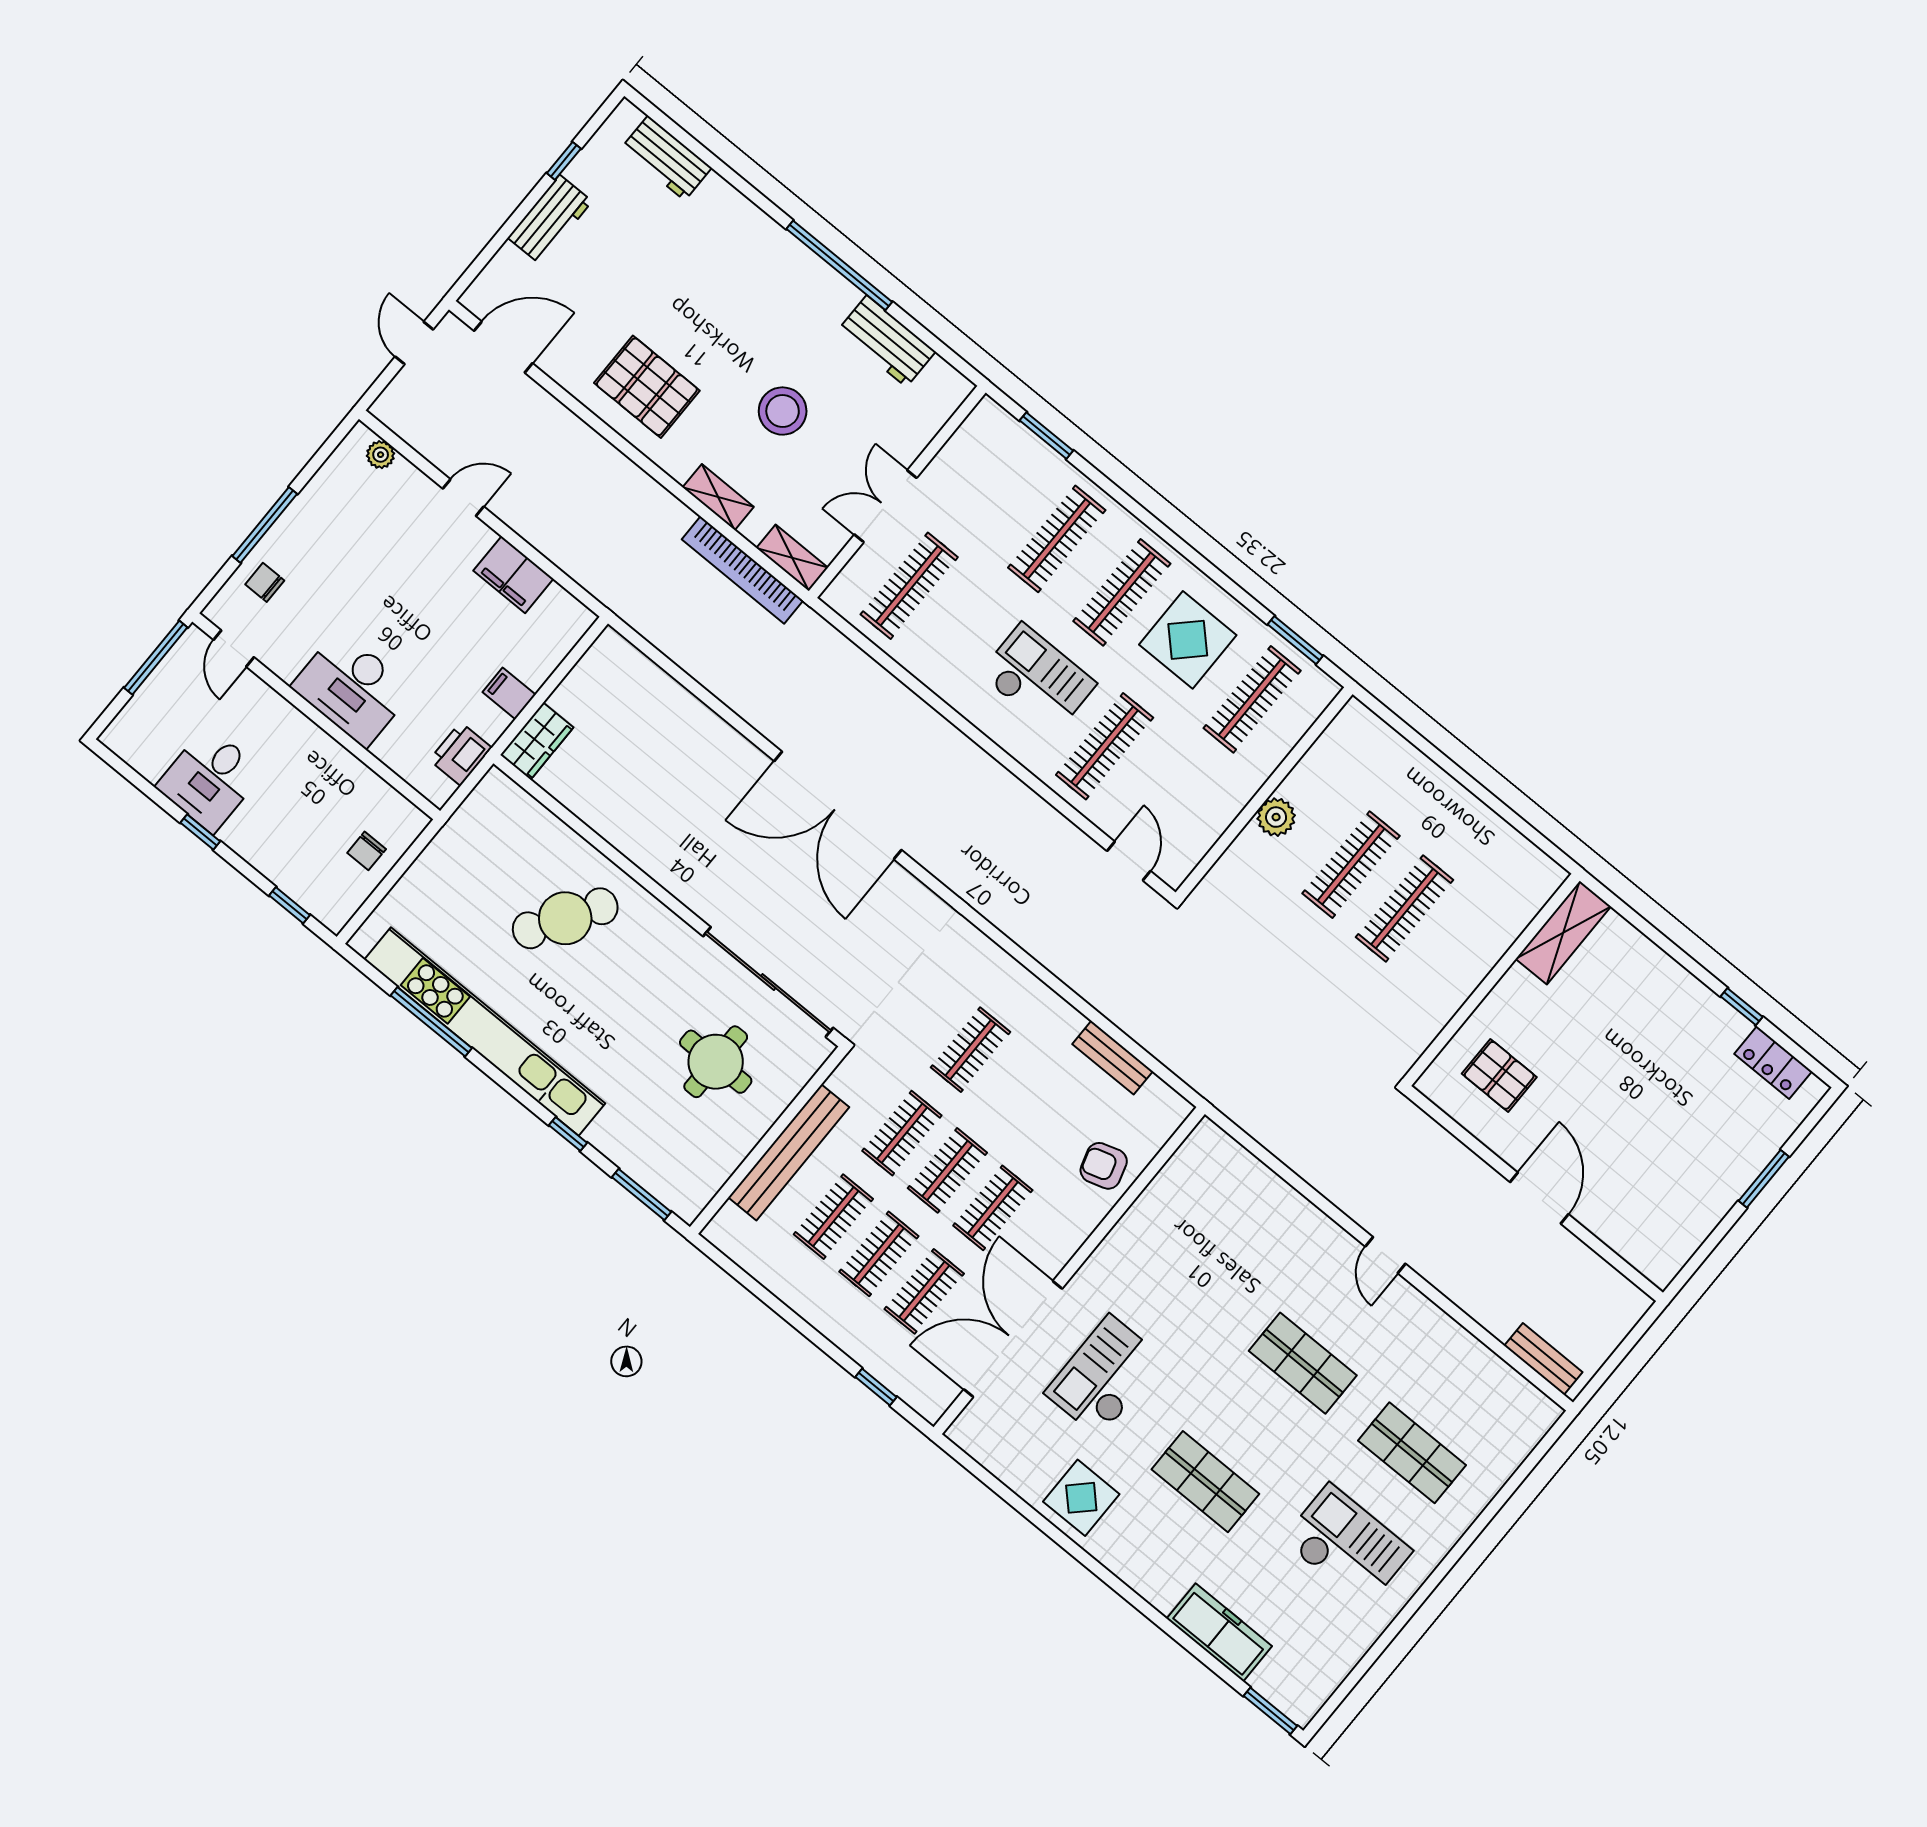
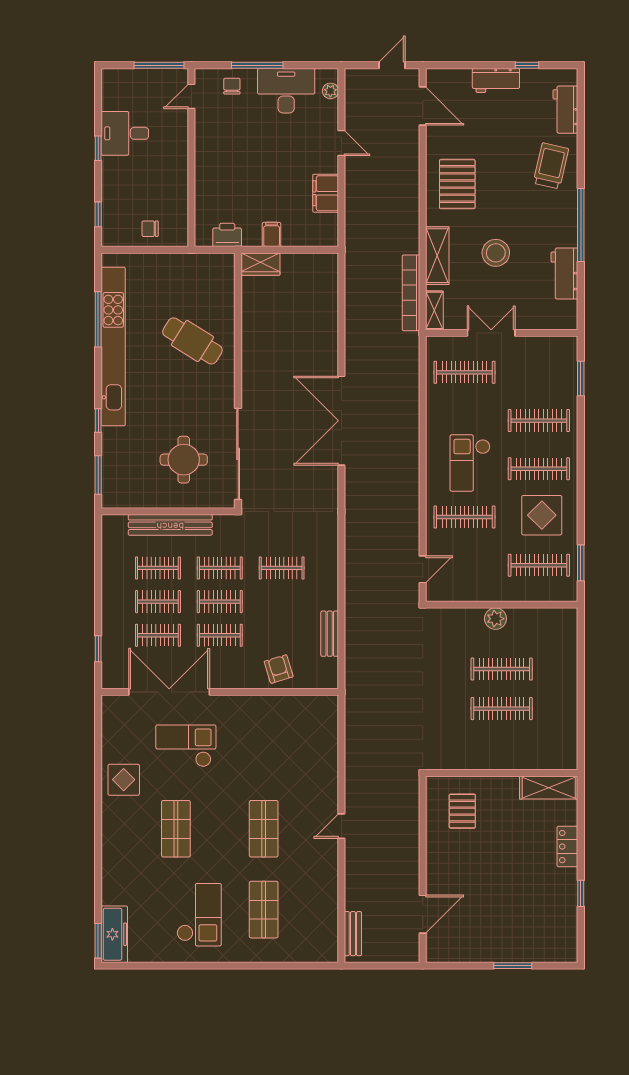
trolley: (726, 240) -> (551, 166), added
shelving: (718, 497) -> (437, 256), width x1.50, depth x1.33
checkout: (1038, 679) -> (470, 463), turned 180
desk: (352, 688) -> (286, 91), moved, turned 90
locker: (1773, 1063) -> (567, 847), moved
door: (1539, 1198) -> (423, 914), moved
freezer: (1219, 1632) -> (114, 934), moved

